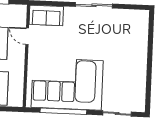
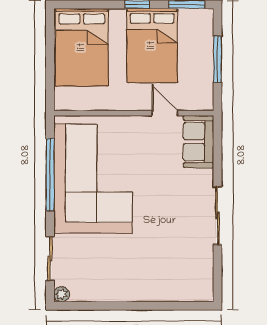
door: (27, 36) -> (165, 113), hinge flipped
plant: (140, 107) -> (62, 294), added

